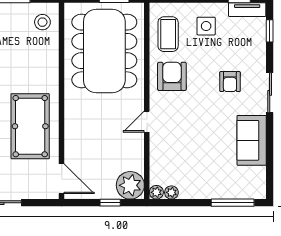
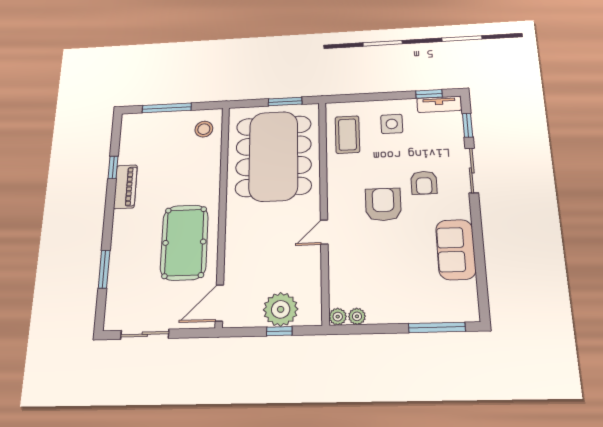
armchair: (172, 76) -> (383, 205), moved
sliding door: (270, 93) -> (472, 170), moved
door: (62, 179) -> (219, 303), swing flipped
plant: (130, 185) -> (281, 309), moved

